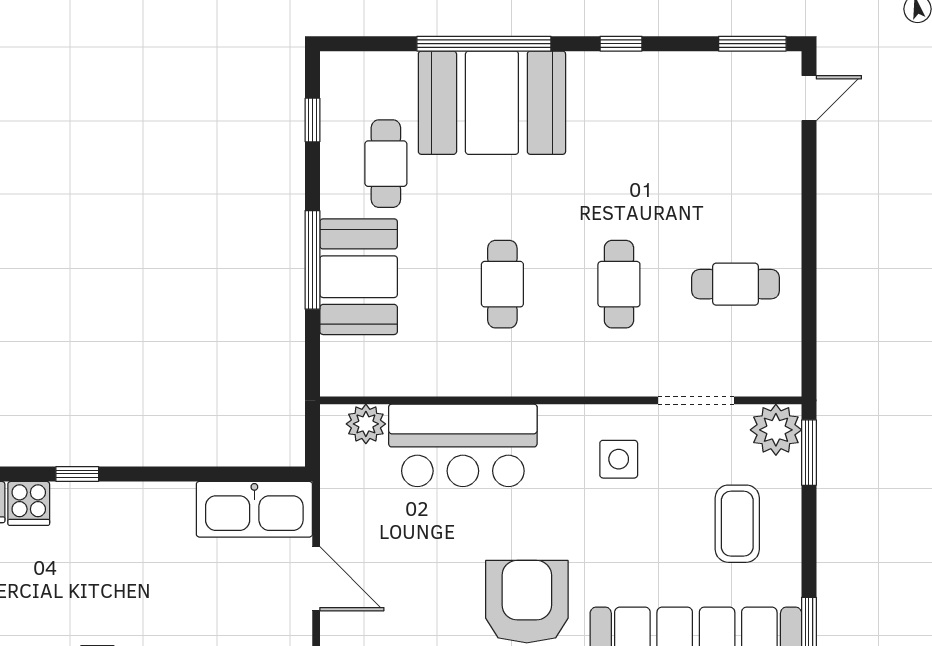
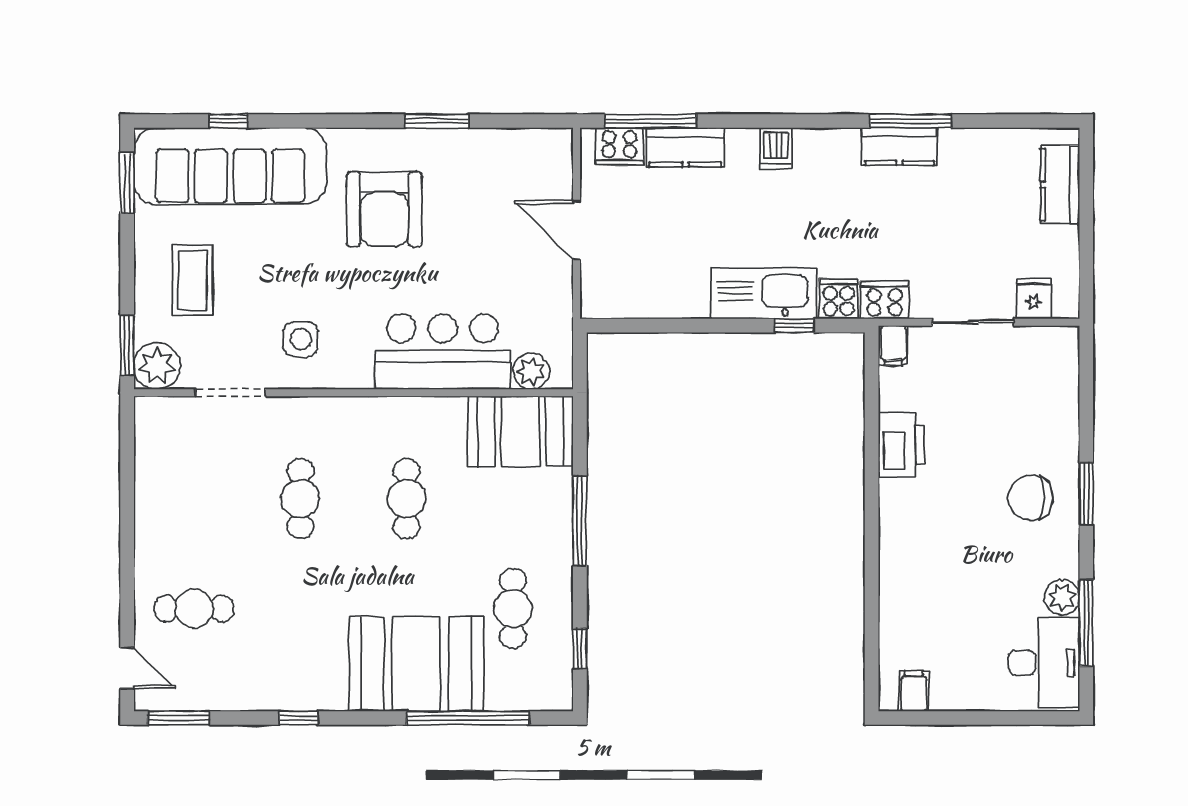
window: (484, 44) -> (468, 718), moved
door: (809, 98) -> (127, 668), swing flipped
booth: (359, 277) -> (520, 431), moved, turned 90
cafe table: (735, 284) -> (194, 609), moved
kitchen sink: (254, 509) -> (764, 293), moved

